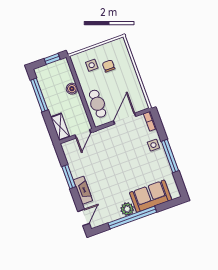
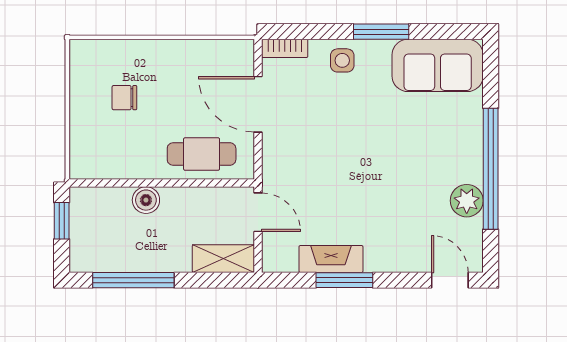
side table: (92, 65) -> (109, 136), removed
window: (170, 156) -> (381, 32), width x0.69
fireplace: (83, 190) -> (331, 259), moved
sofa: (151, 196) -> (438, 65), moved, turned -90
plant: (127, 209) -> (467, 201), moved

